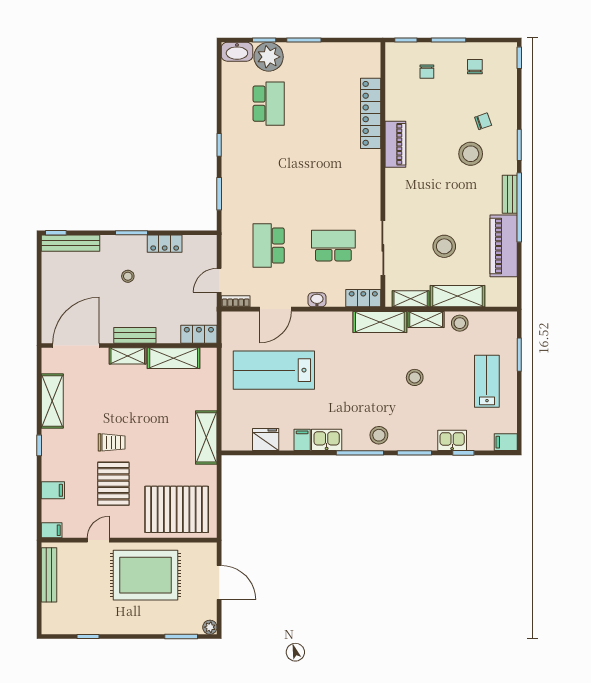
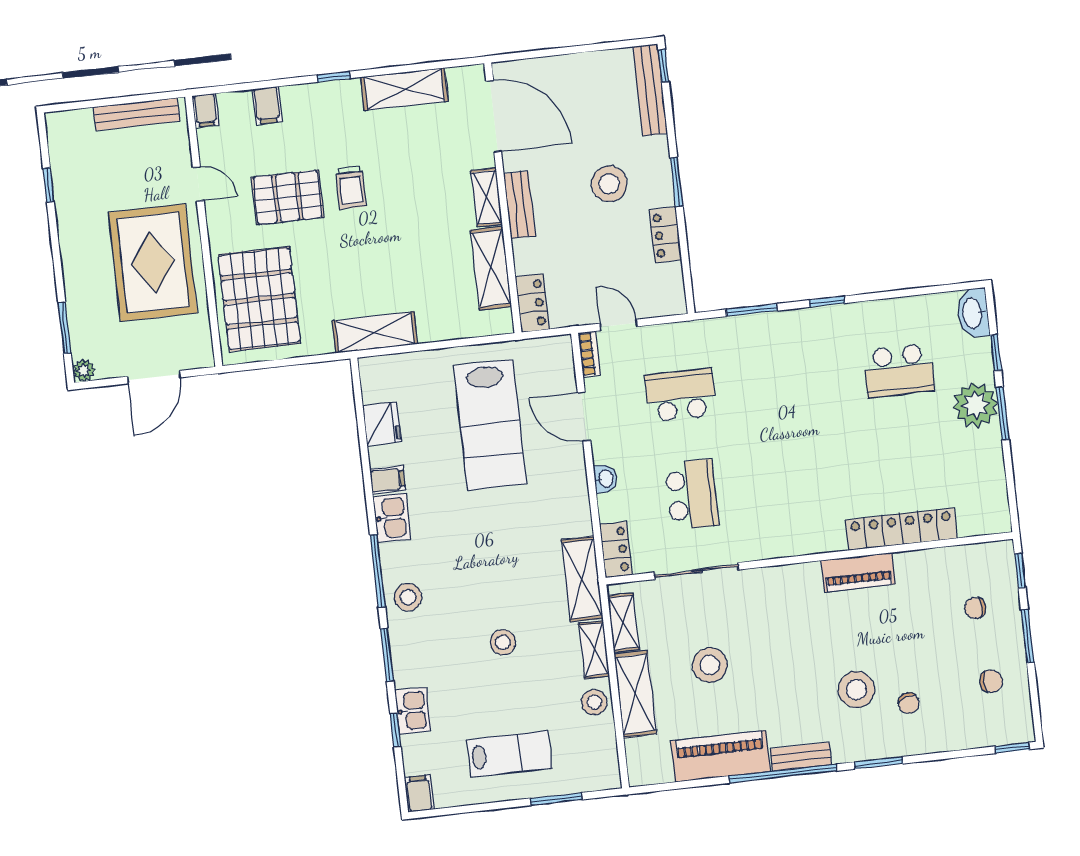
plant: (269, 57) -> (976, 405), moved
stool: (128, 276) -> (609, 184), width x1.89, depth x1.89
lab bench: (274, 370) -> (490, 425), turned 180

